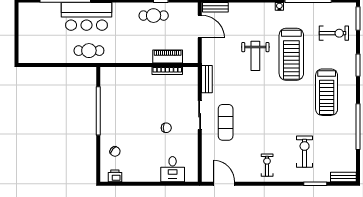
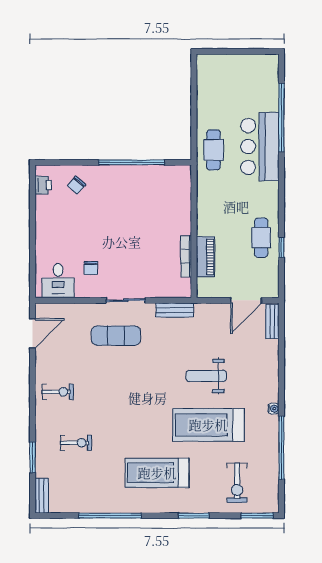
chair: (166, 128) -> (91, 268), moved
exercise bike: (305, 152) -> (76, 443), width x0.73, depth x0.72
desk: (173, 169) -> (58, 281), moved, turned -90

